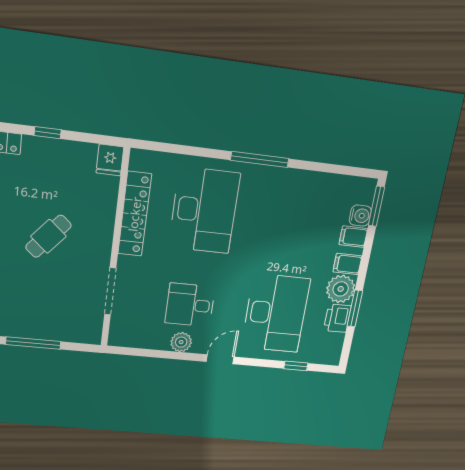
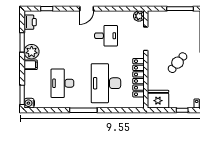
fridge: (110, 160) -> (158, 99), width x1.88, depth x1.34
water cooler: (360, 216) -> (29, 103), moved
filing cabinet: (353, 237) -> (31, 79), removed
desk: (276, 313) -> (62, 83), moved, width x0.73, depth x0.77
printer: (337, 318) -> (30, 22), moved
plant: (181, 342) -> (139, 16), moved

